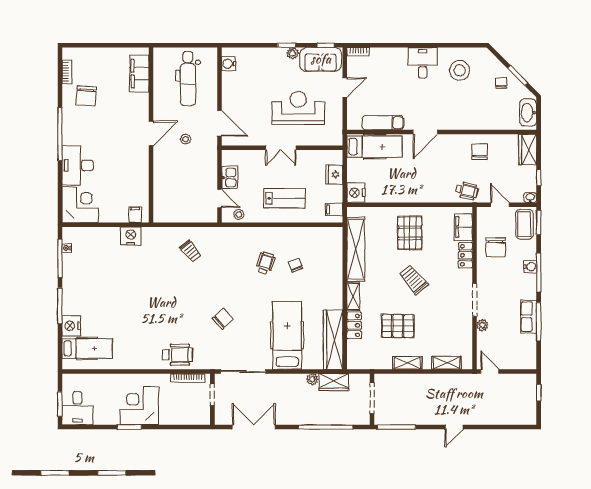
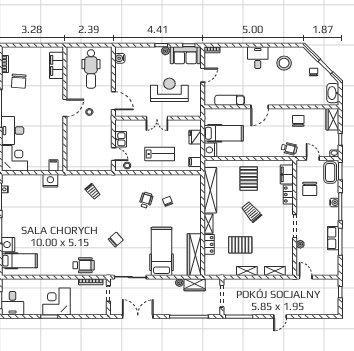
hospital bed: (375, 147) -> (224, 133), moved

